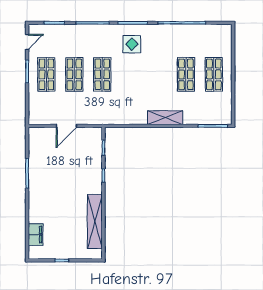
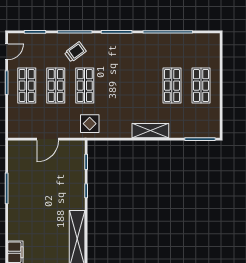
trolley: (93, 42) -> (75, 52), added
display table: (132, 44) -> (90, 124), moved

